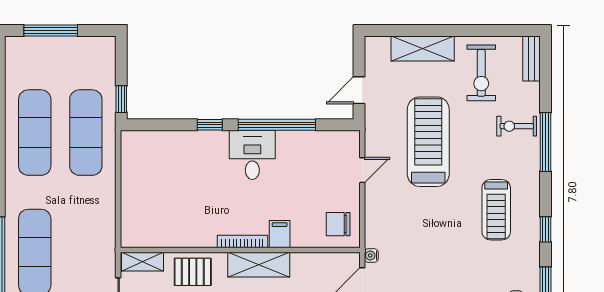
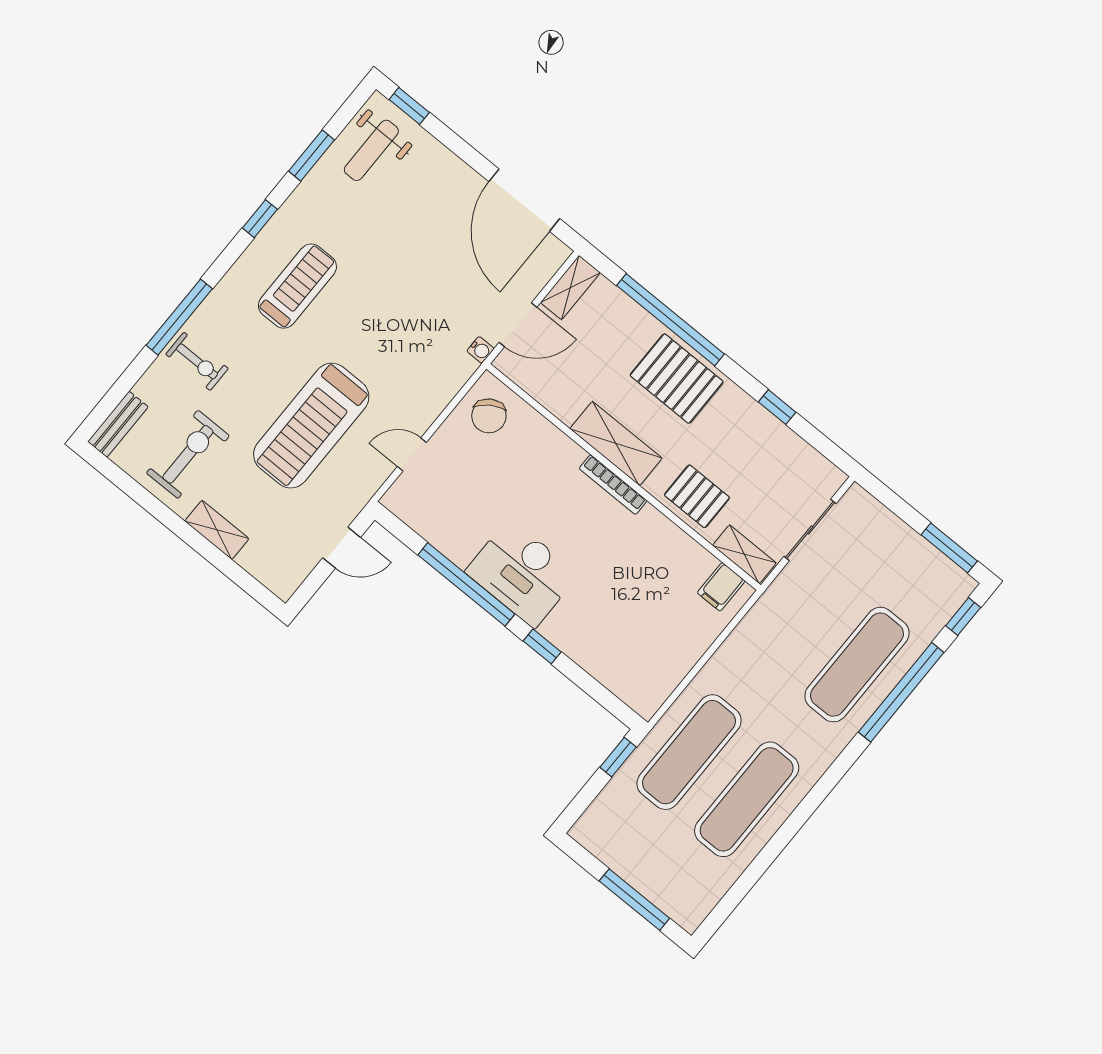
shelving: (423, 49) -> (217, 530), width x0.67, depth x0.75
desk: (252, 155) -> (522, 573), width x1.37
chair: (338, 224) -> (489, 416), turned 57
filing cabinet: (280, 234) -> (721, 587), moved

